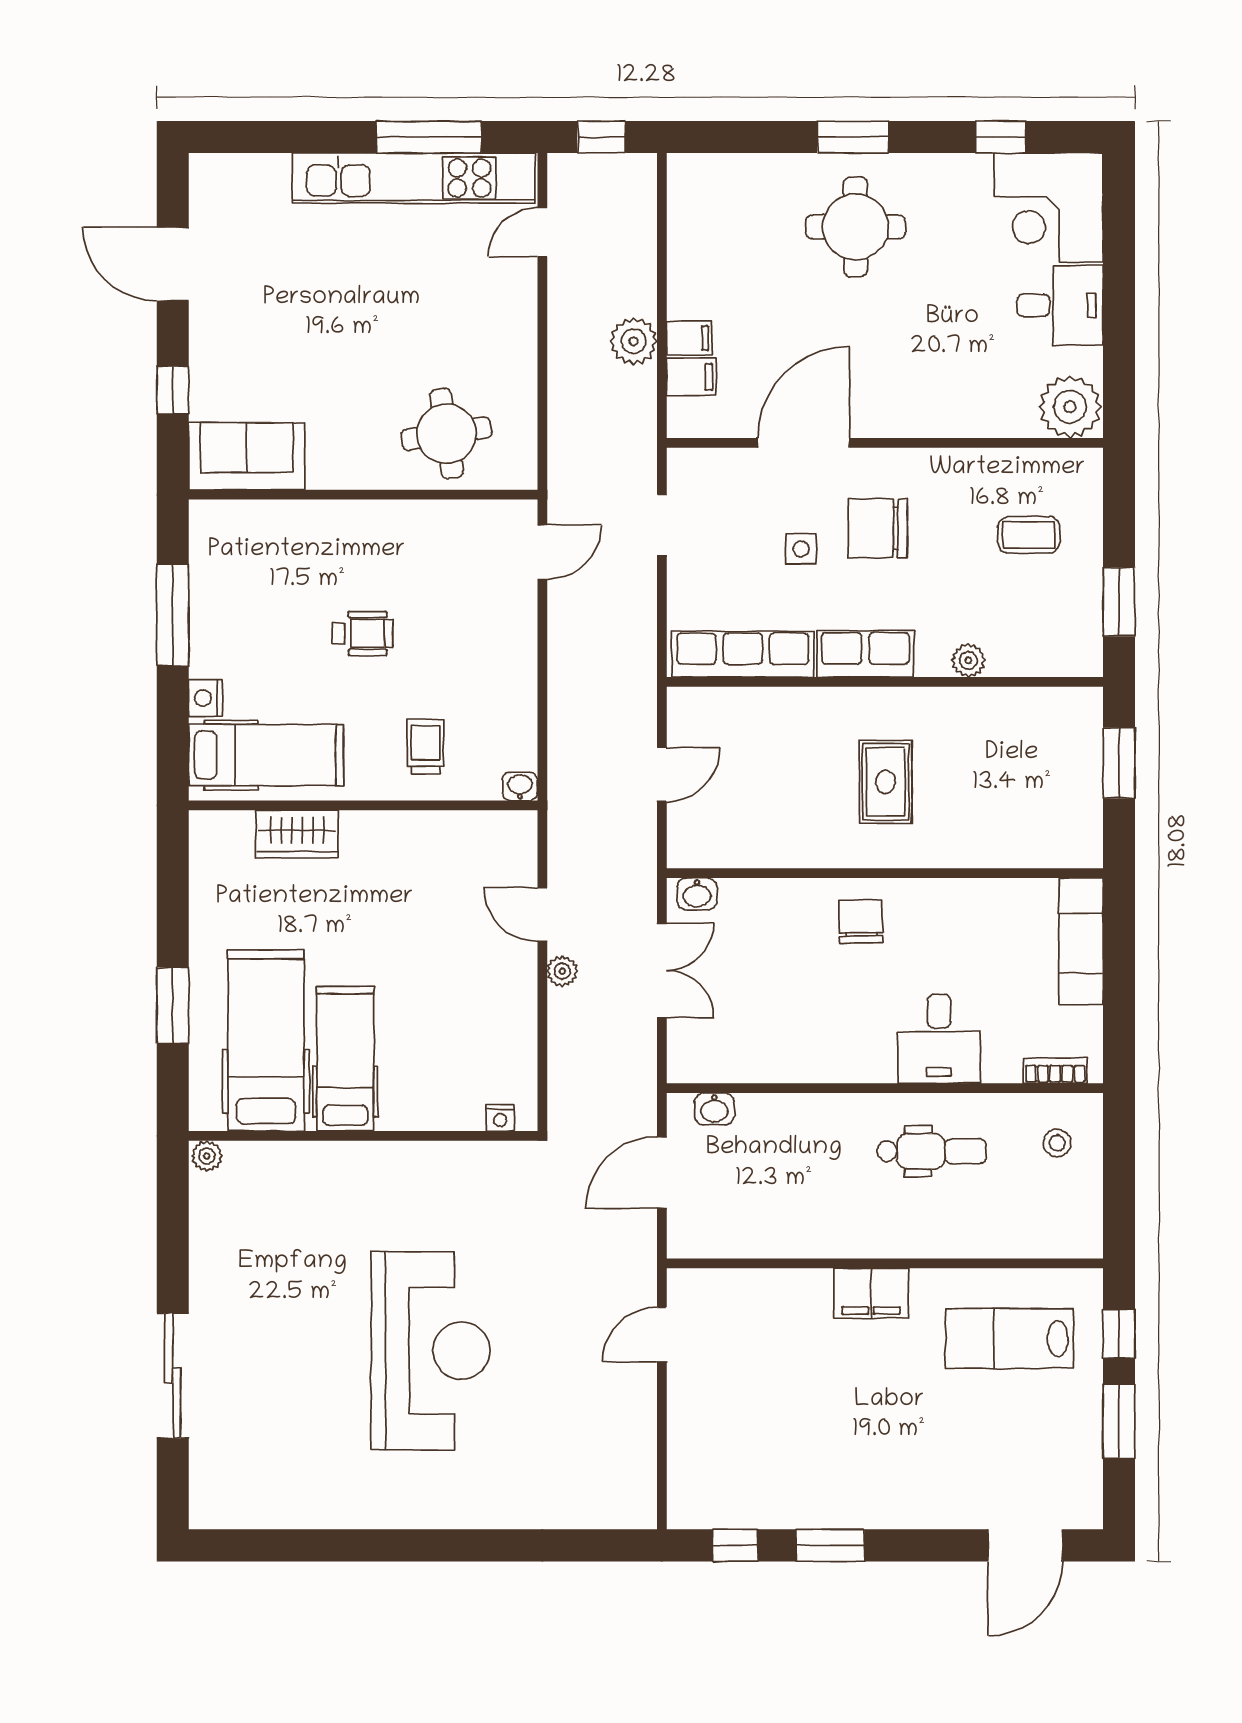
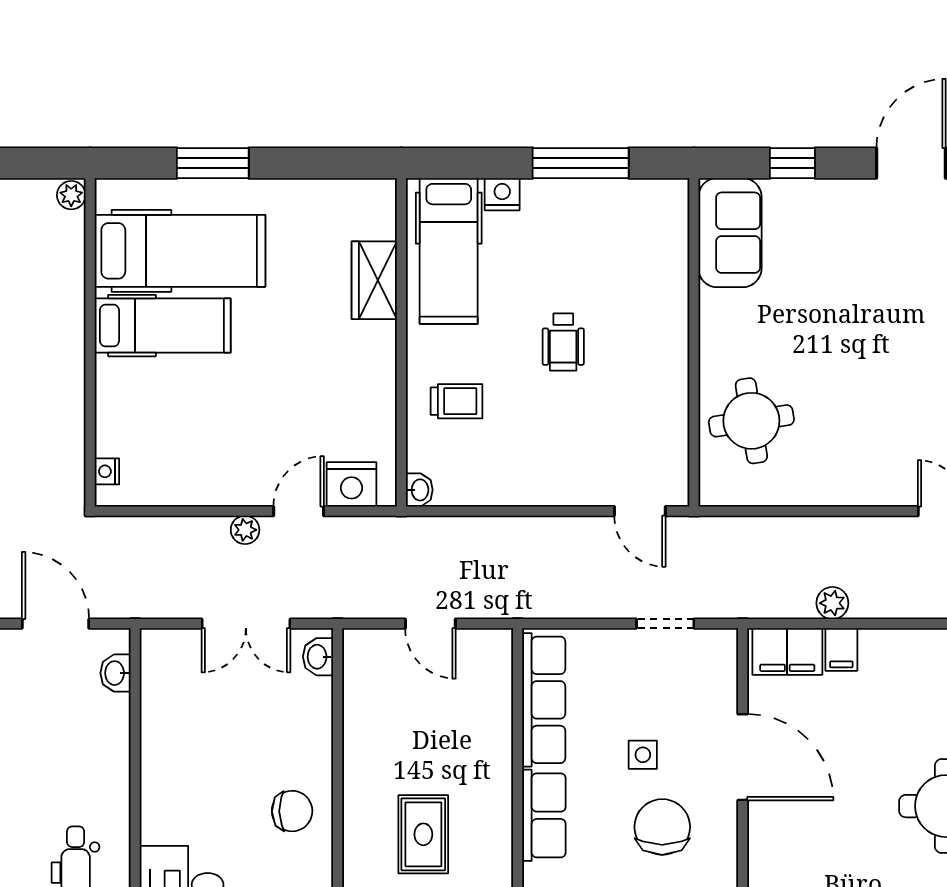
plant: (634, 341) -> (832, 603), width x0.73, depth x0.73
filing cabinet: (691, 377) -> (787, 651), width x2.00
rug: (886, 782) -> (423, 834), turned 90
nightstand: (514, 858) -> (351, 484), added

